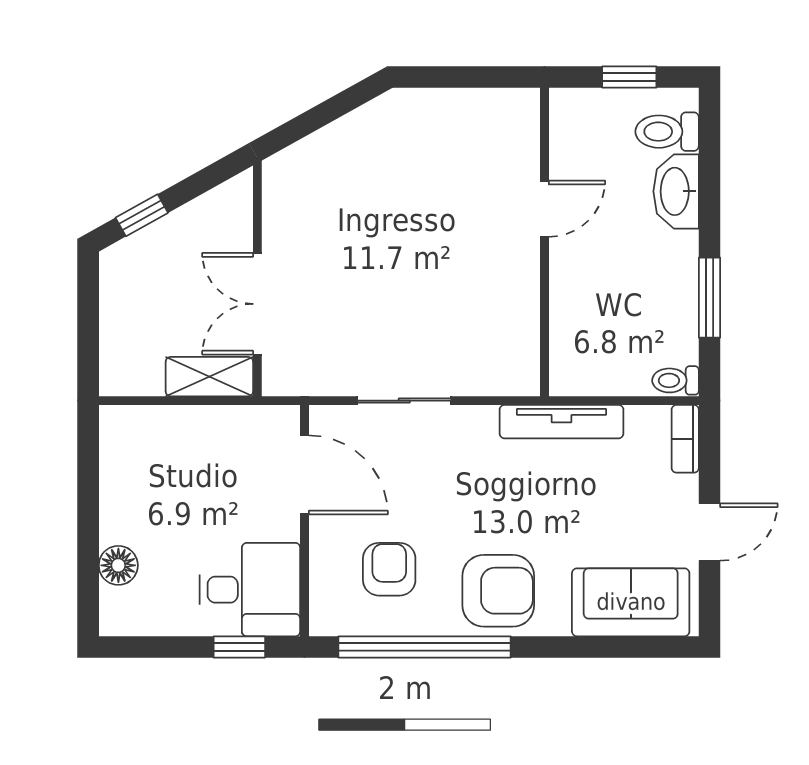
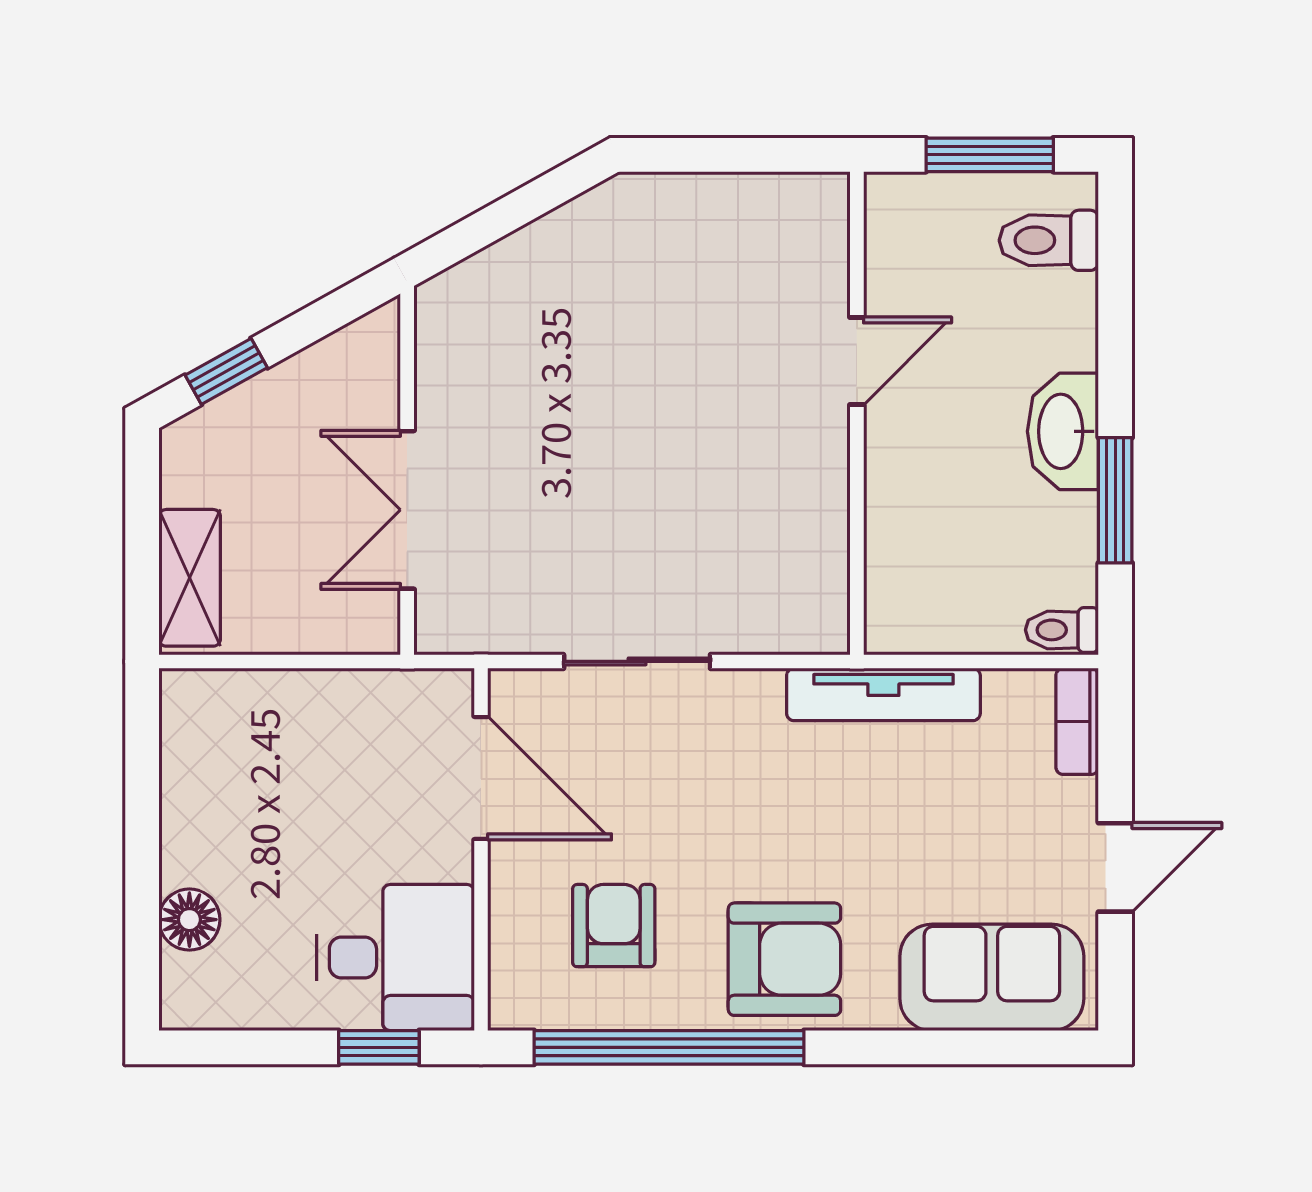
window: (629, 77) -> (990, 155), width x1.50
washbasin: (676, 191) -> (1063, 431), moved
shelving: (209, 377) -> (190, 578), moved, turned 90

